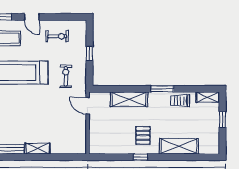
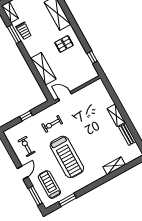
window: (162, 89) -> (14, 34), moved
door: (88, 106) -> (65, 96), swing flipped
window: (141, 157) -> (92, 57), moved

